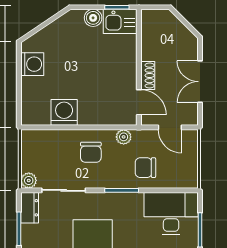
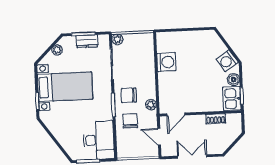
washing machine: (32, 64) -> (227, 61), moved, turned 56
shoe rack: (148, 75) -> (216, 119), moved
door: (170, 127) -> (159, 137), hinge flipped
chair: (91, 152) -> (129, 95), moved
dresser: (30, 208) -> (87, 41), moved

